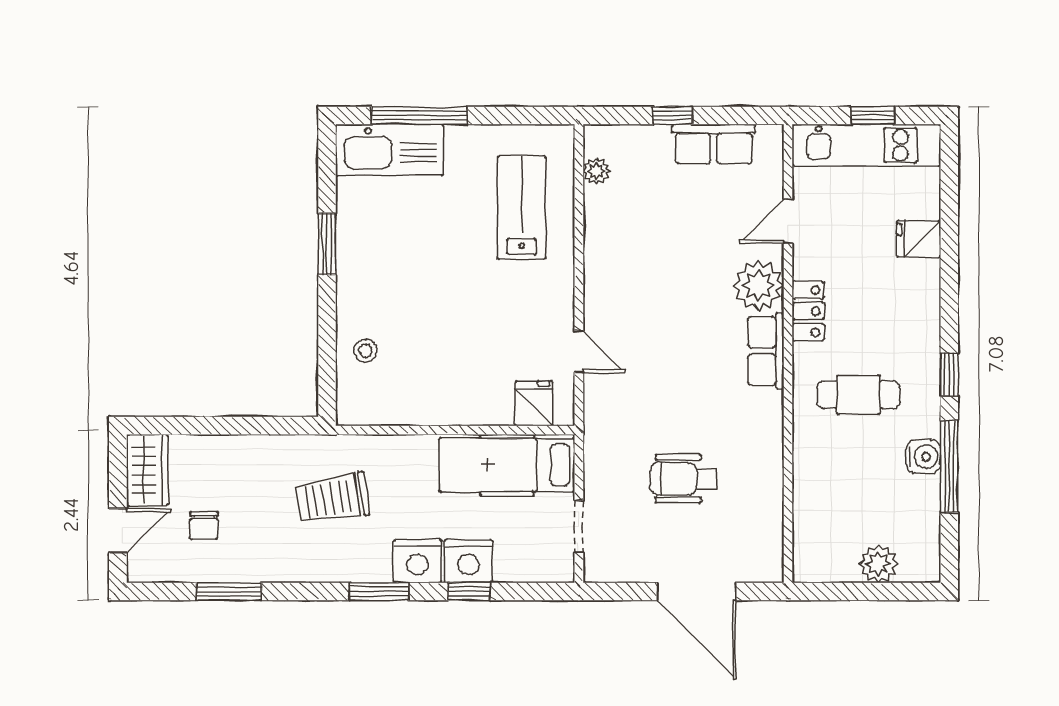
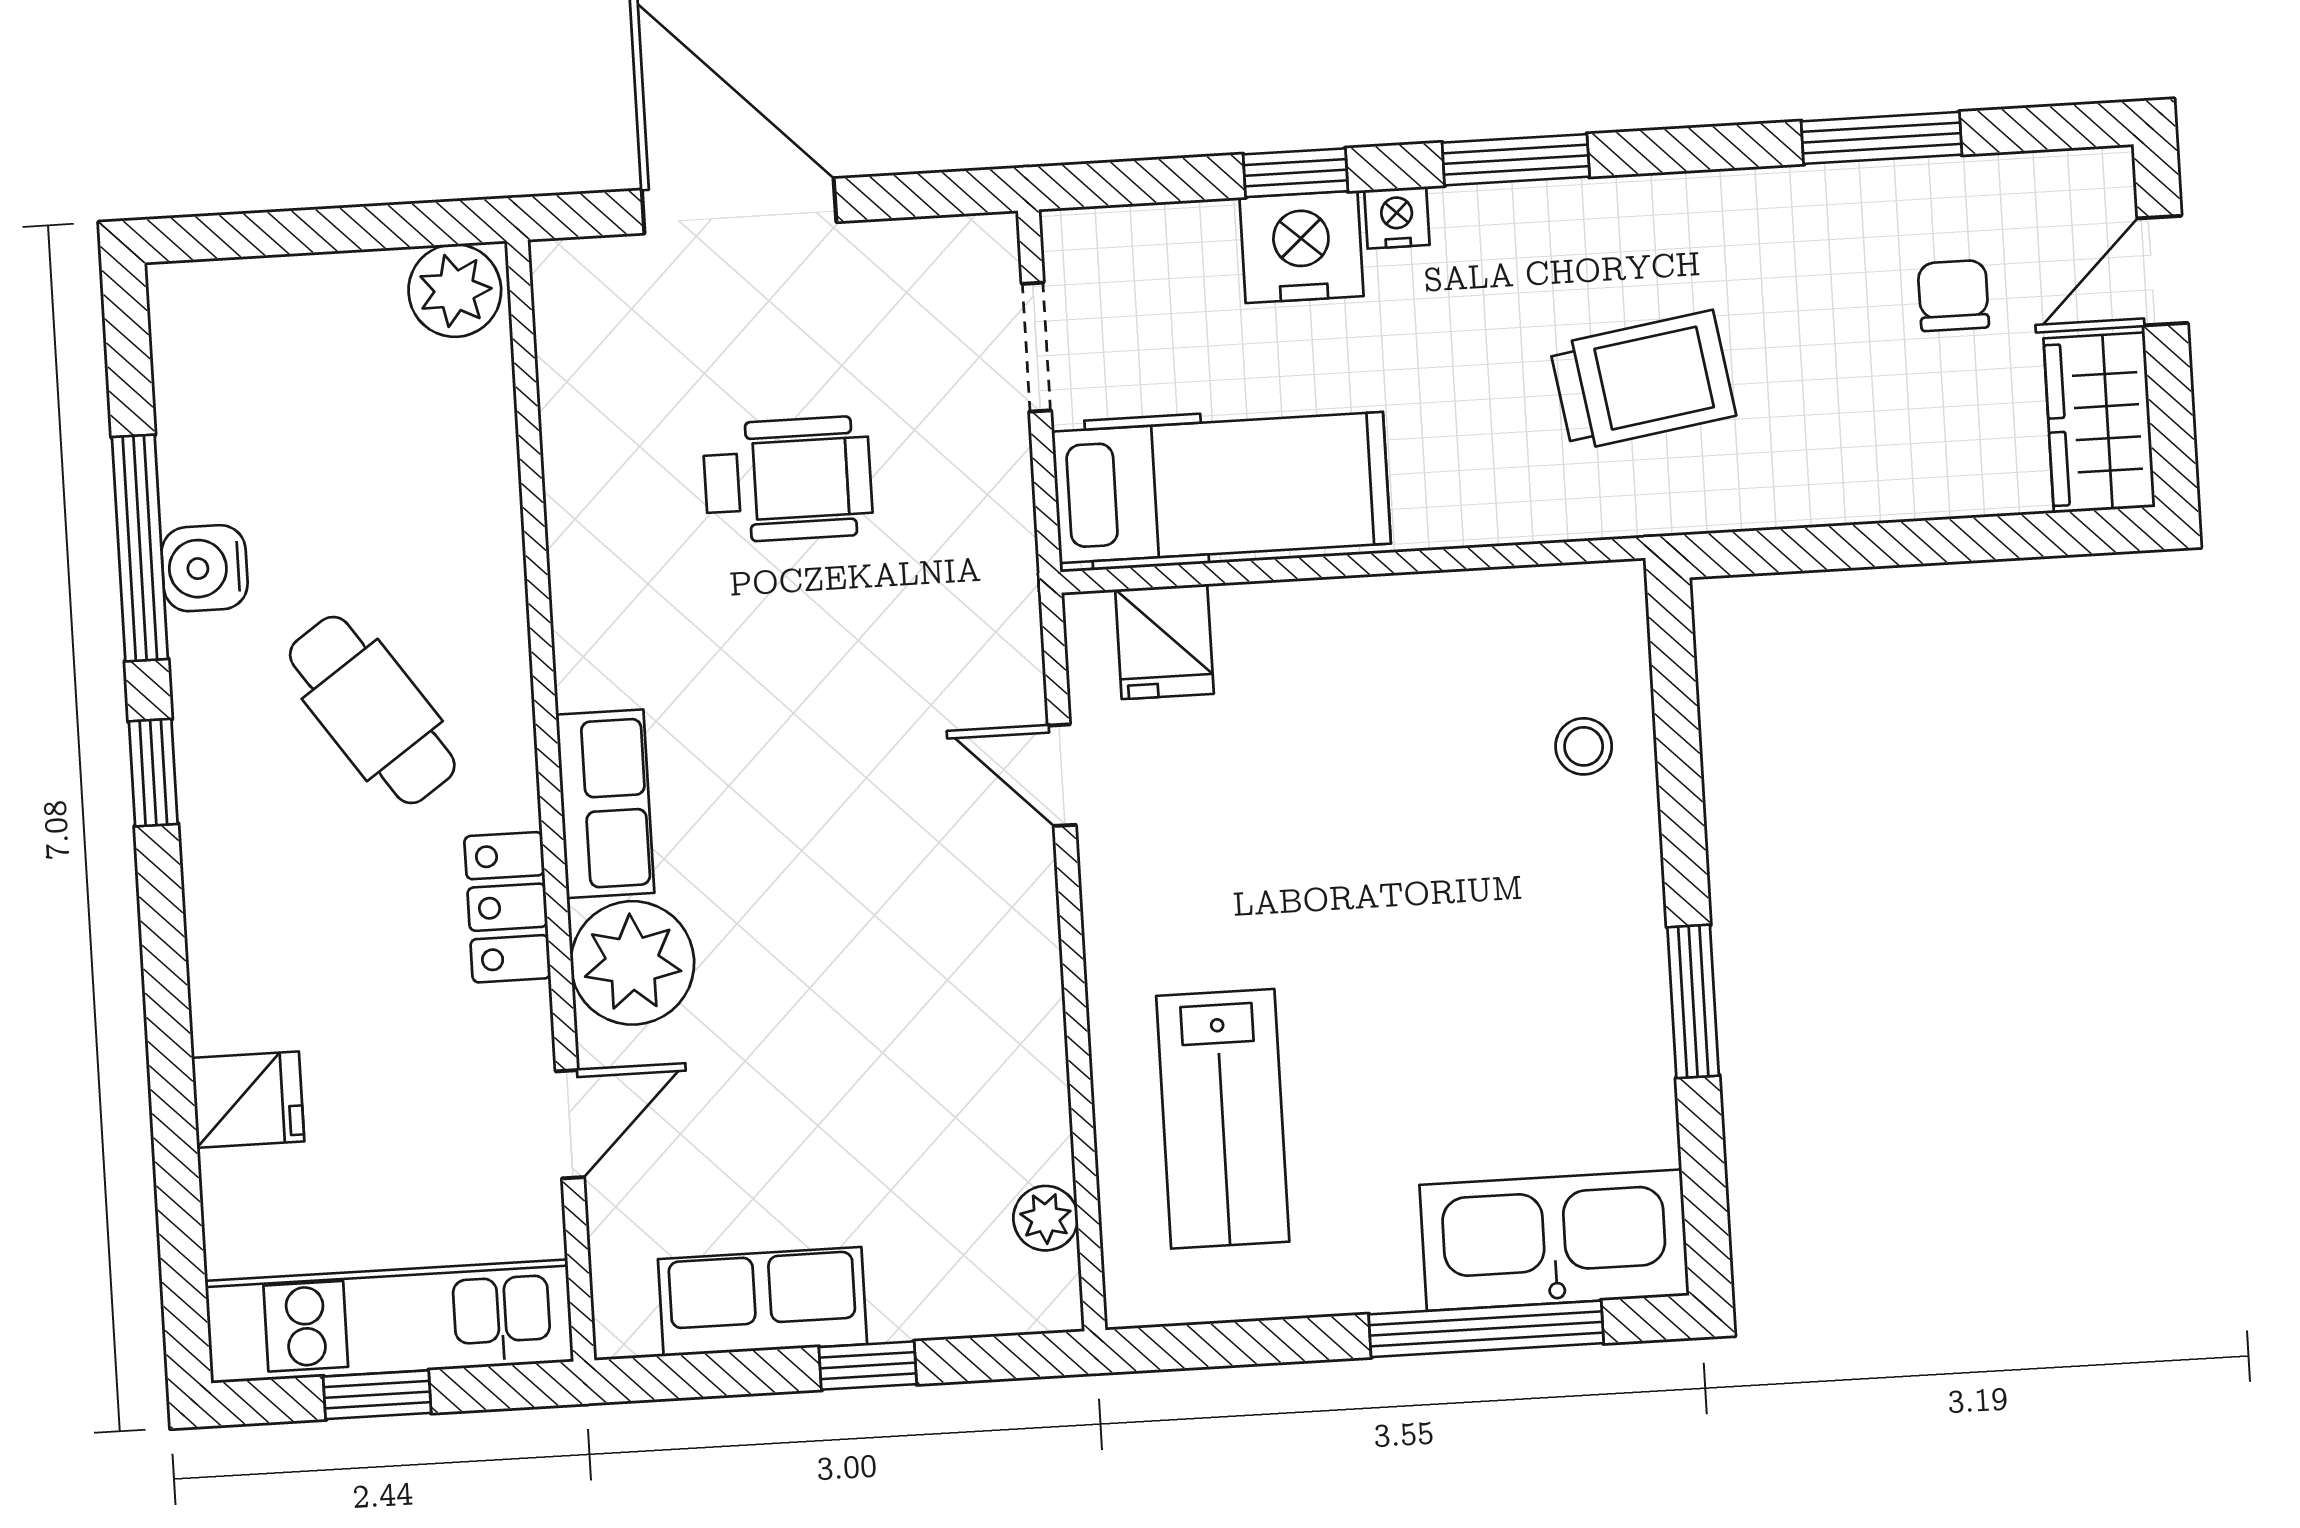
cafe table: (858, 395) -> (372, 710), turned 55
nightstand: (418, 561) -> (1397, 218), width x0.53, depth x0.56
plant: (878, 564) -> (455, 290), moved

